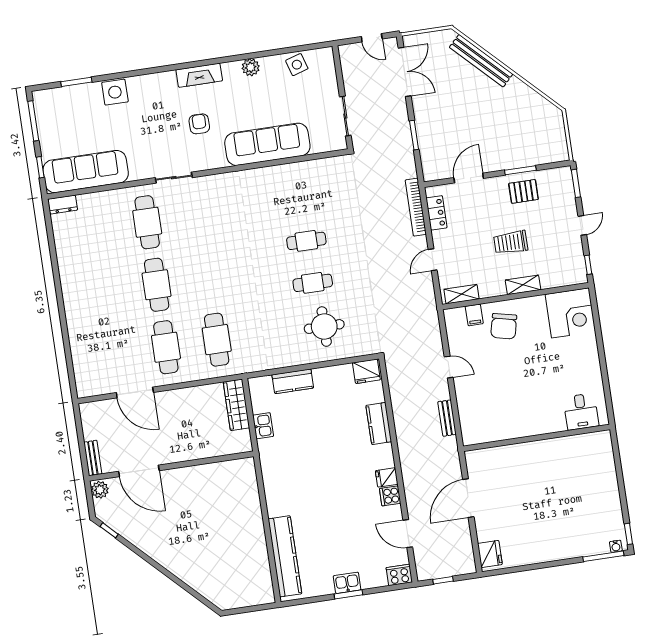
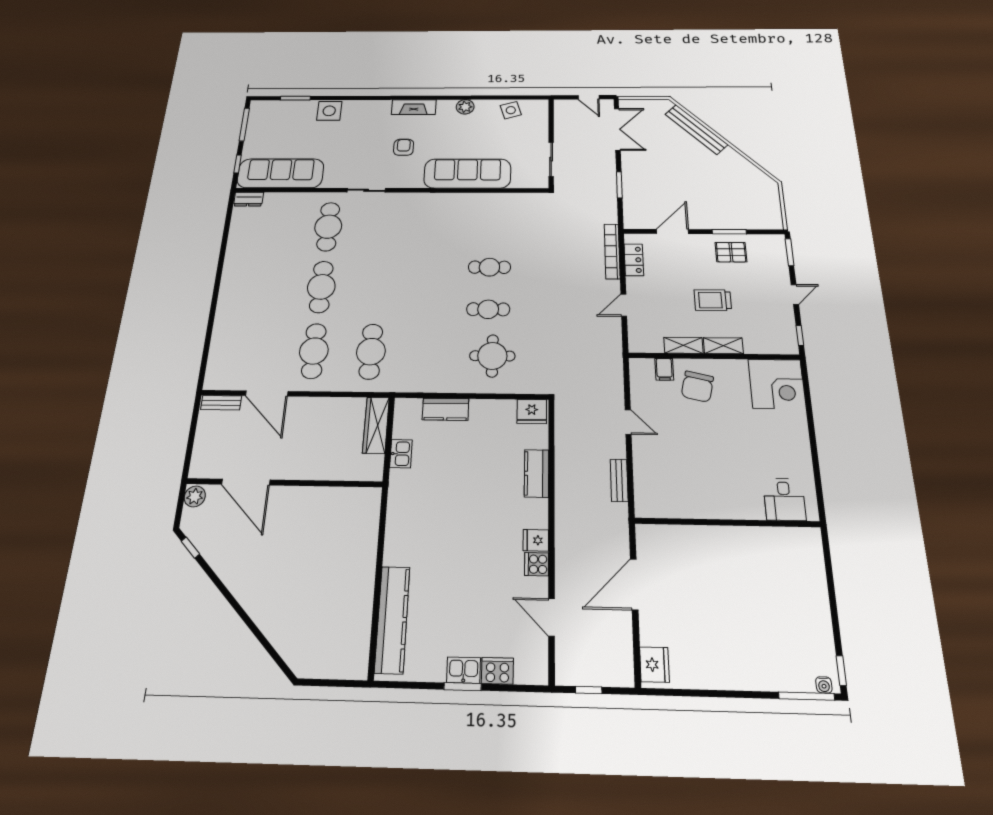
shelving: (462, 294) -> (683, 345), moved
bench: (93, 458) -> (221, 403), moved, turned 90
cooker: (399, 575) -> (497, 671), moved

